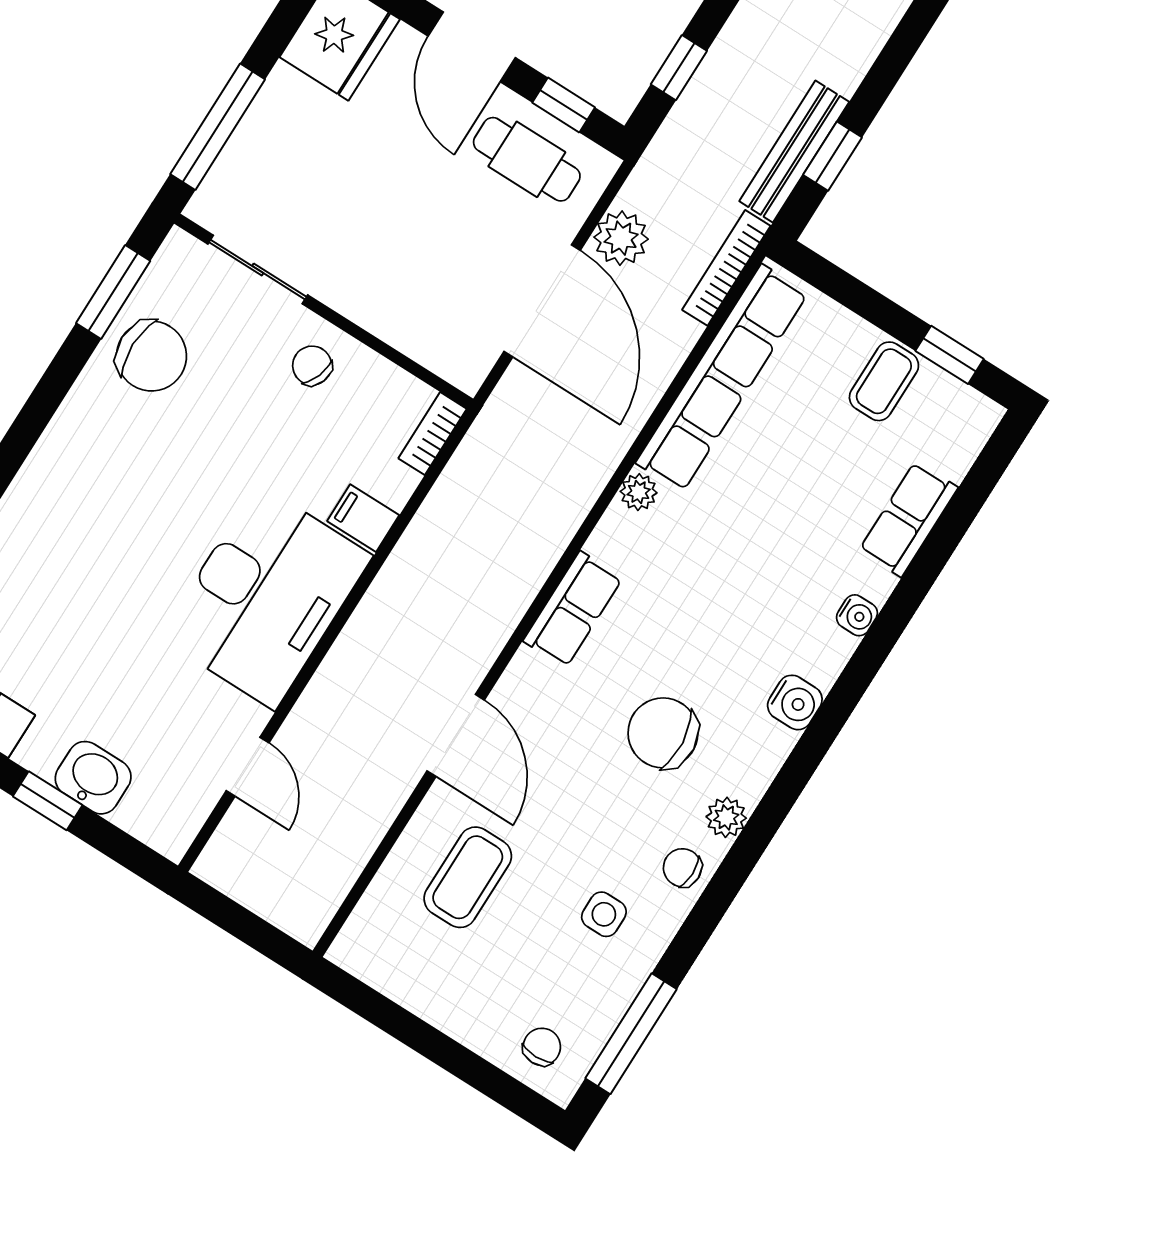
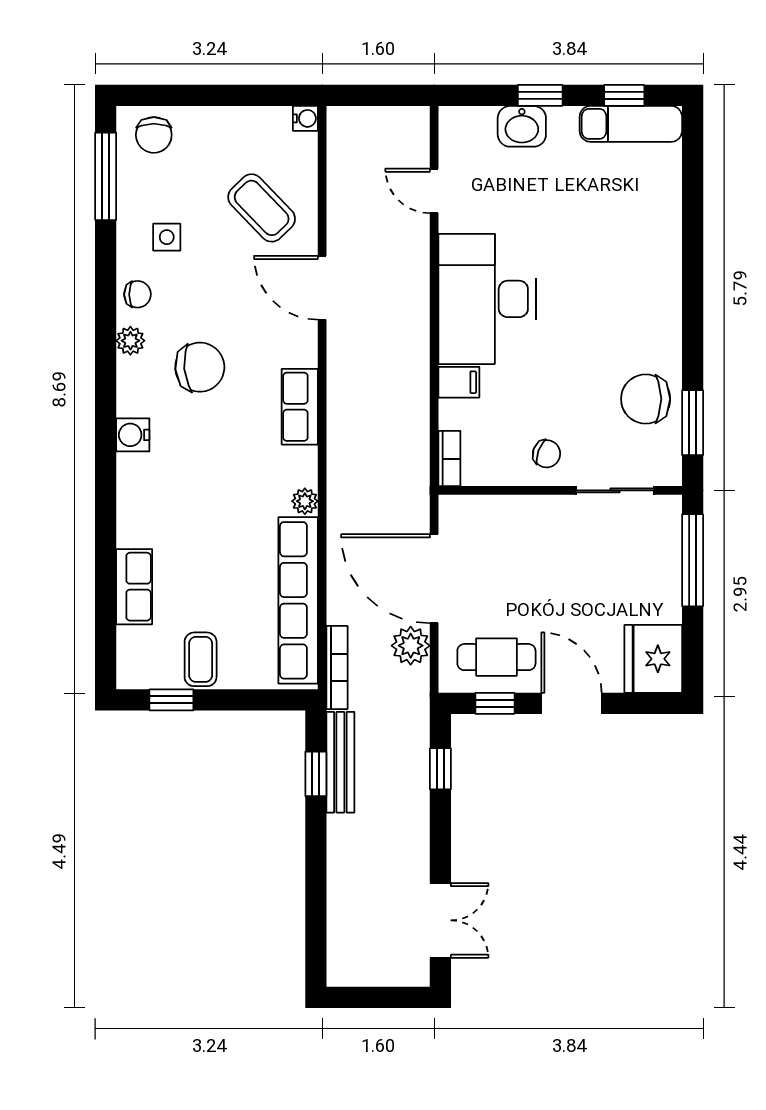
water cooler: (857, 615) -> (305, 118), moved, turned 180
coffee table: (468, 877) -> (262, 208), turned -44
chair: (542, 1047) -> (154, 135), width x1.37, depth x1.37

